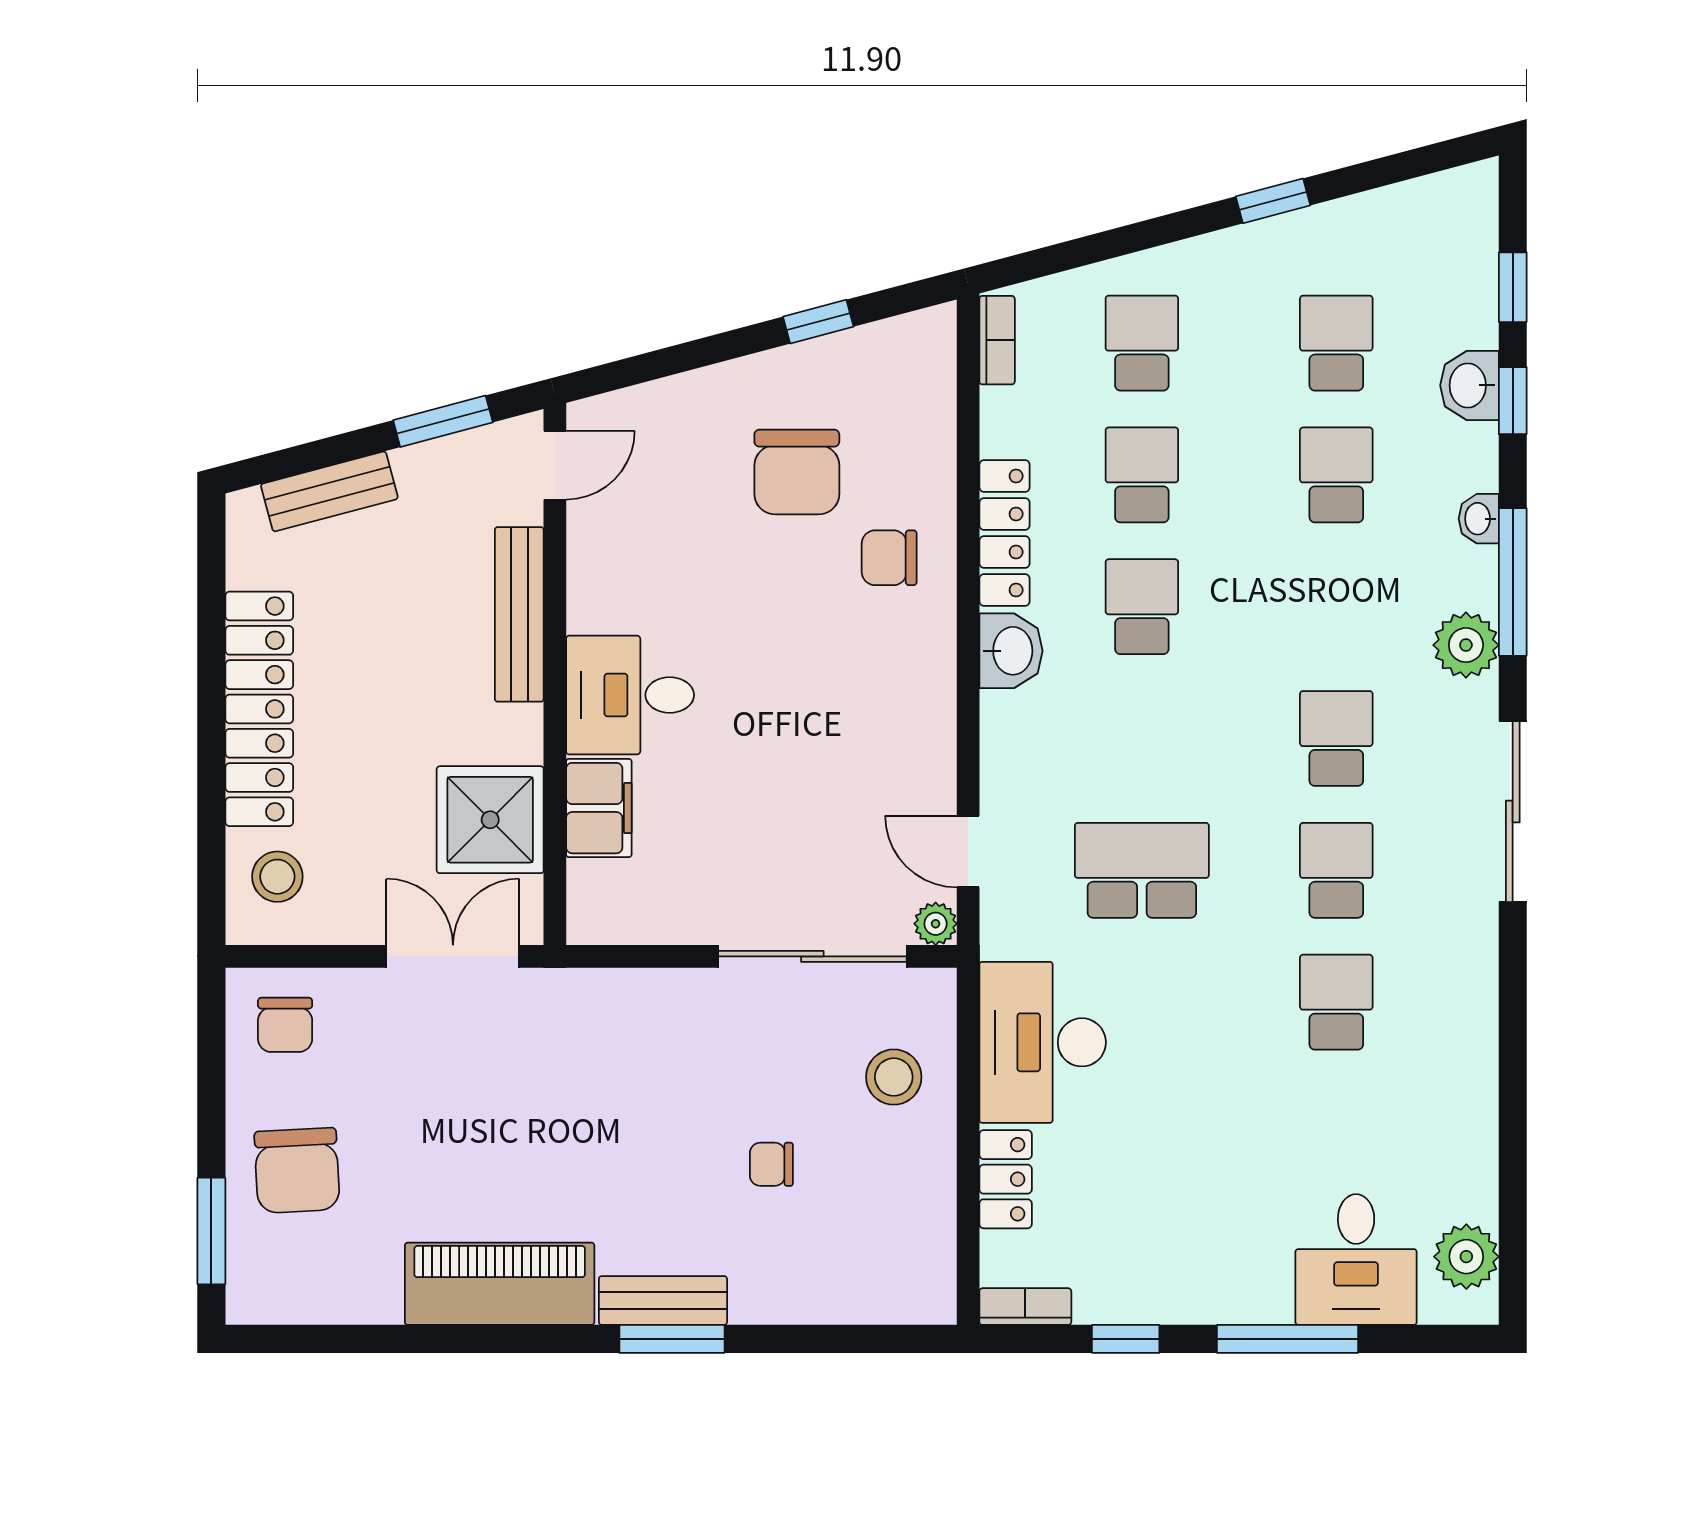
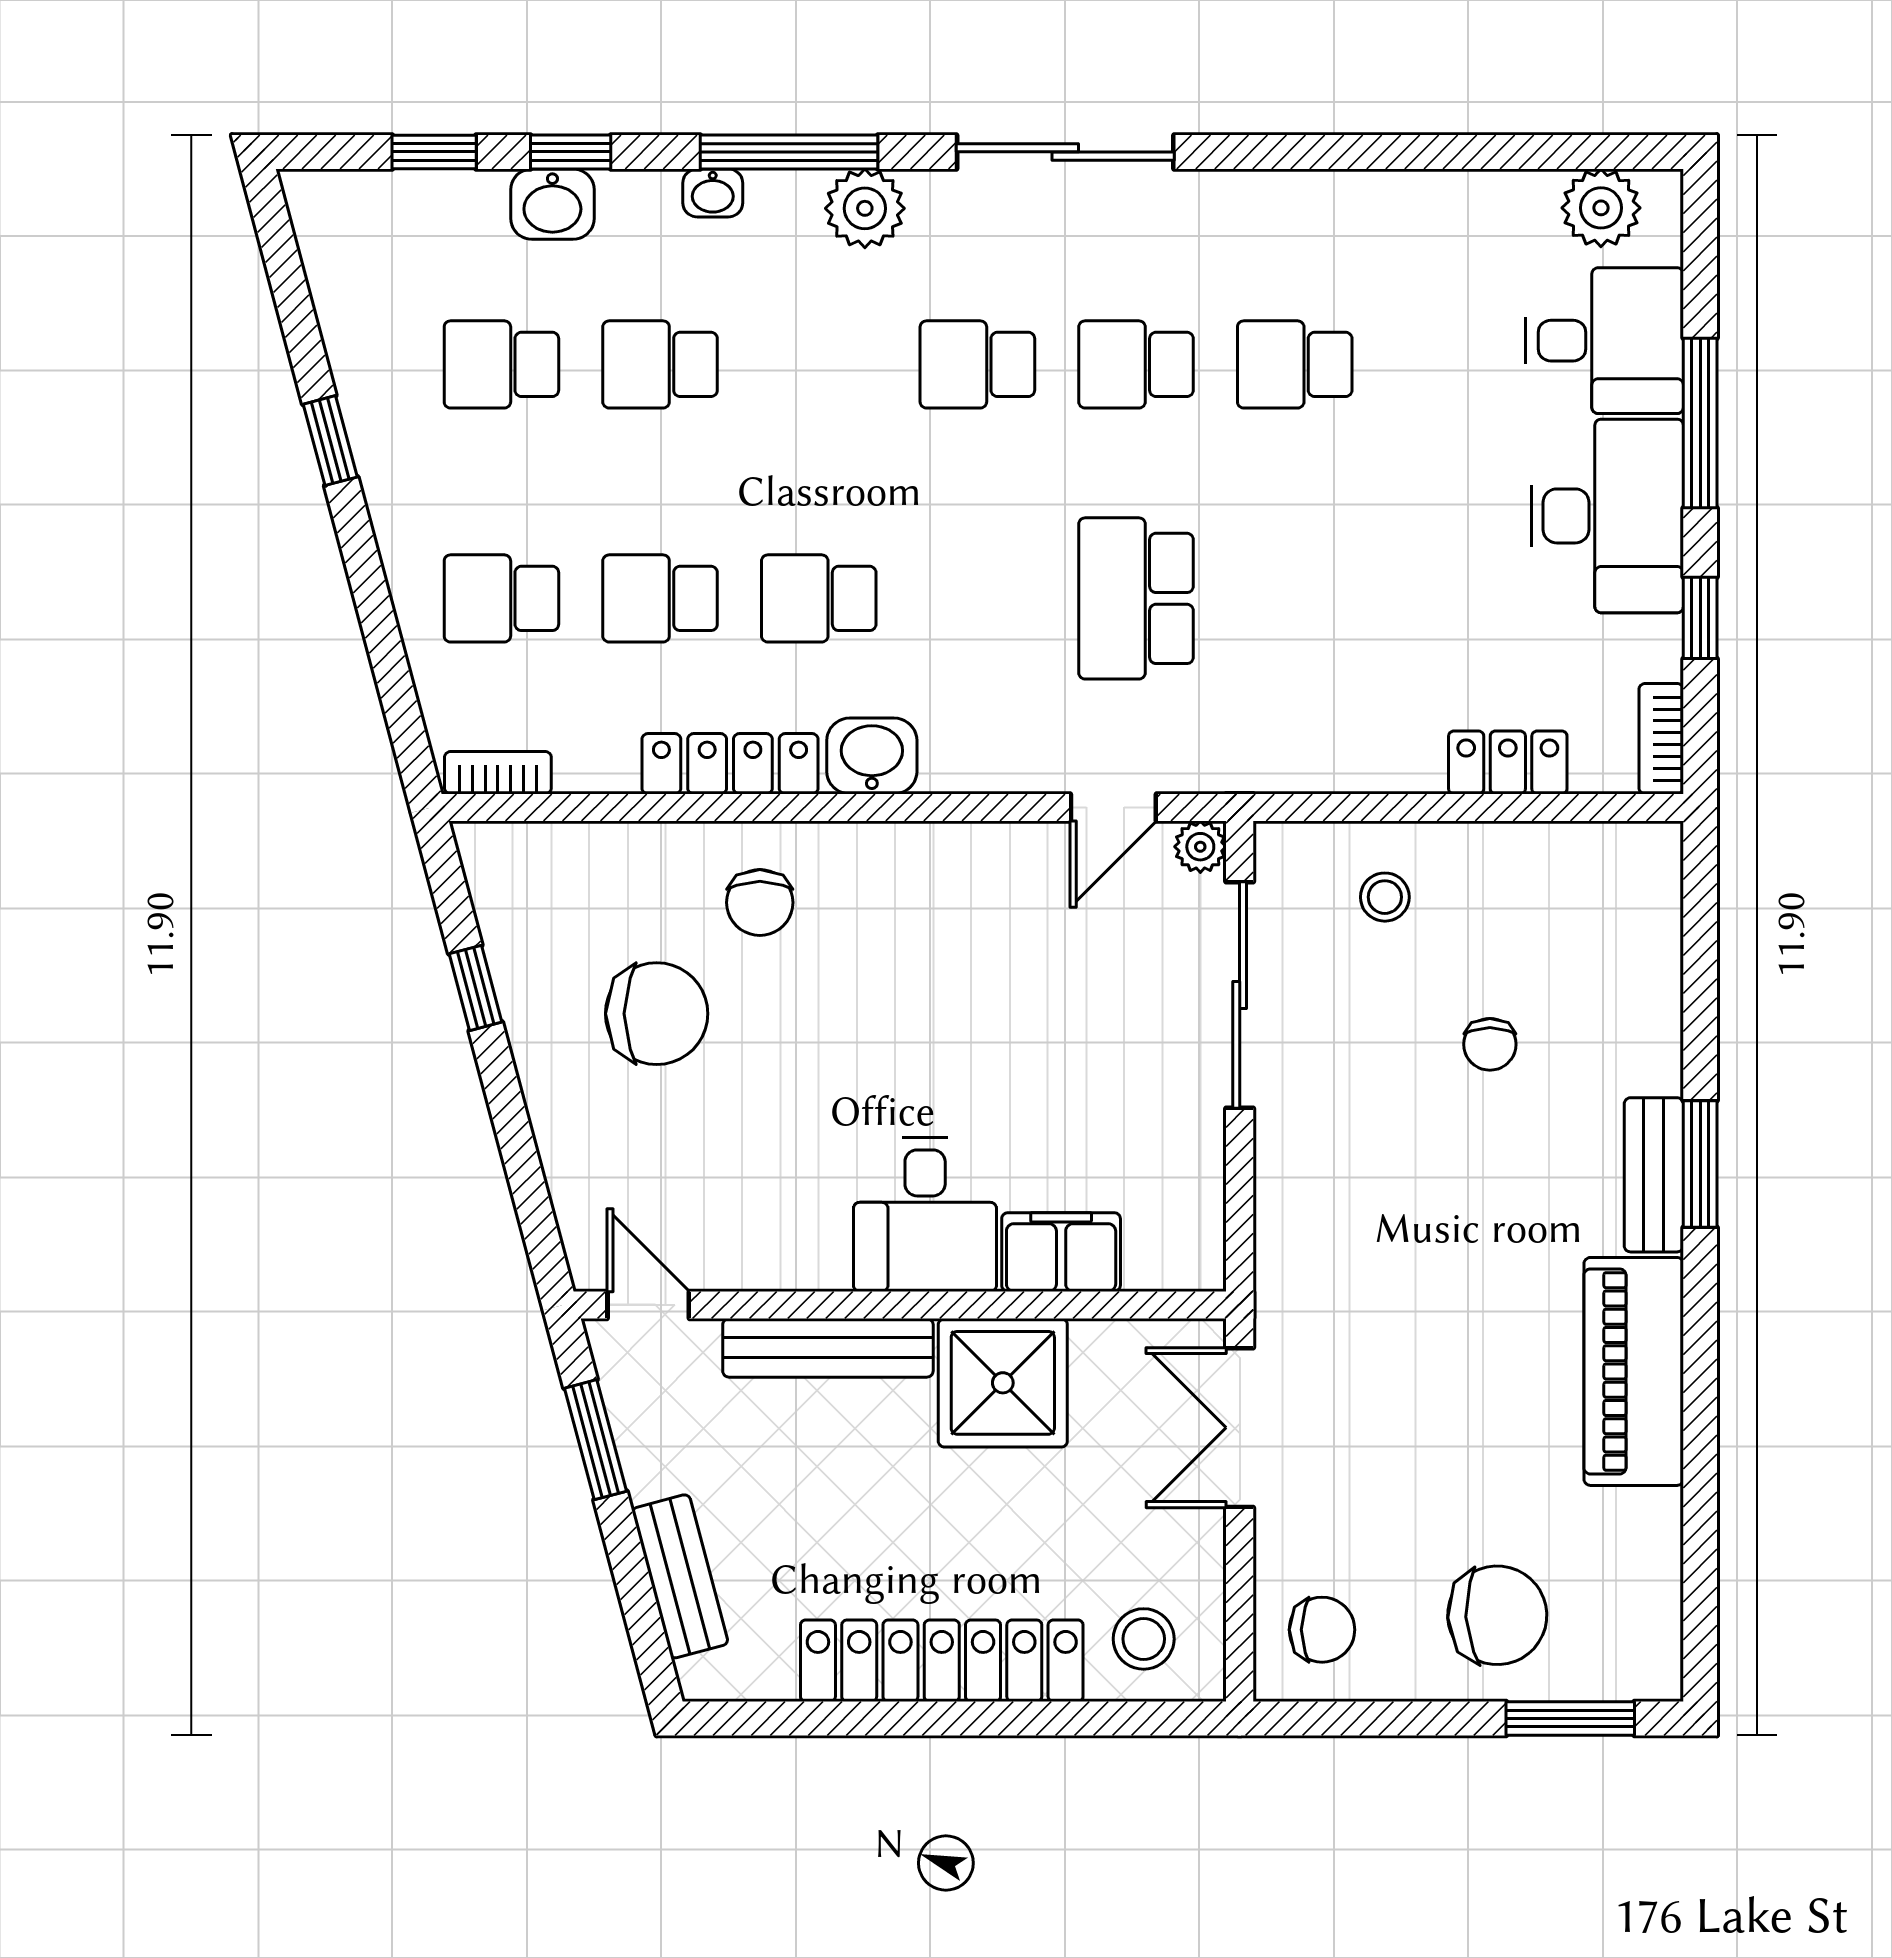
shower: (490, 820) -> (1003, 1383), moved
desk: (1043, 1042) -> (1607, 516), moved, turned -90
stool: (894, 1077) -> (1385, 897), width x0.73, depth x0.73

